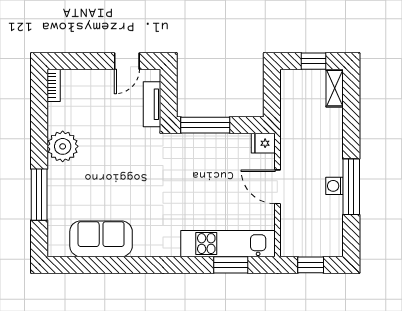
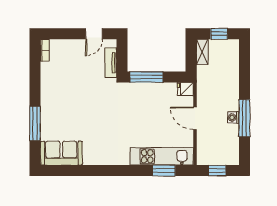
shelving: (335, 88) -> (202, 52), moved
plant: (63, 146) -> (51, 91), removed
sofa: (101, 239) -> (61, 153), moved

